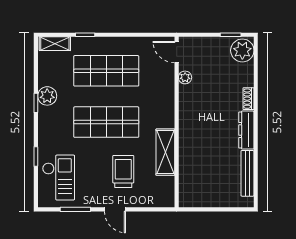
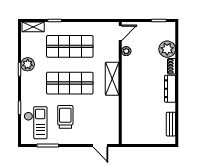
plant: (242, 50) -> (167, 49), moved
door: (177, 52) -> (120, 33), swing flipped
shelving: (165, 152) -> (112, 79), moved
trolley: (123, 171) -> (65, 117), moved
bench: (247, 173) -> (171, 124), width x0.73
door: (115, 209) -> (100, 145), moved

